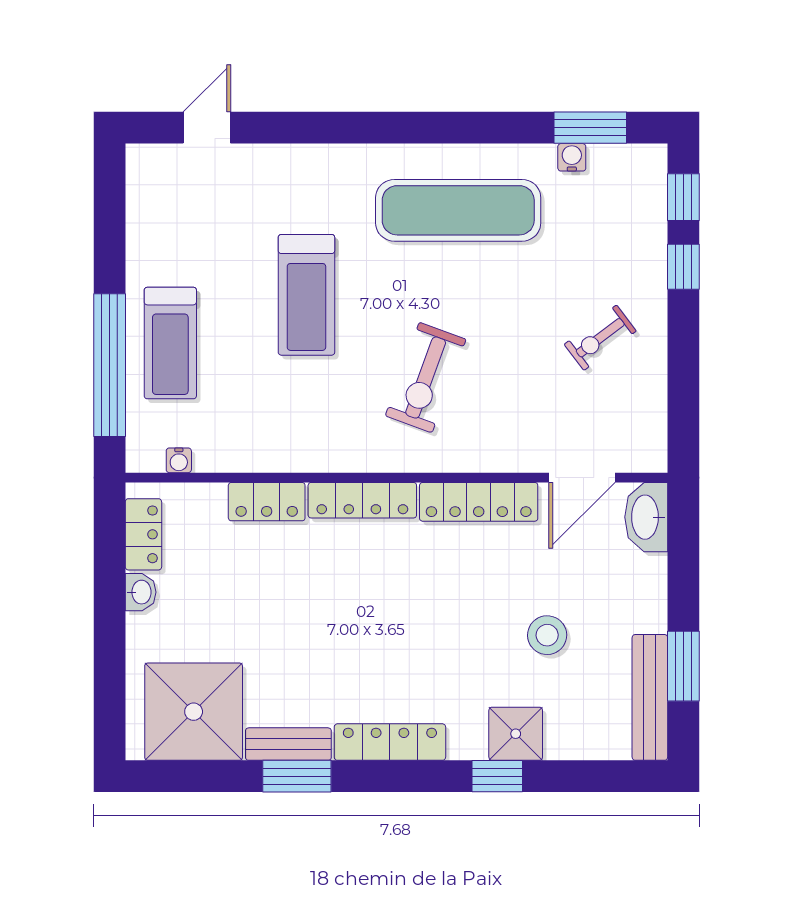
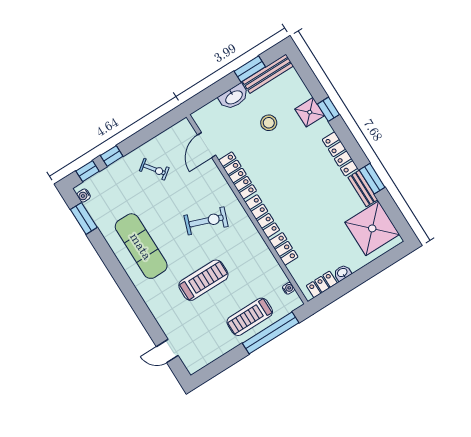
water cooler: (572, 157) -> (84, 196), moved
treadmill: (170, 343) -> (250, 317), turned 180
door: (582, 478) -> (207, 145), swing flipped
washbasin: (646, 517) -> (234, 97), moved

